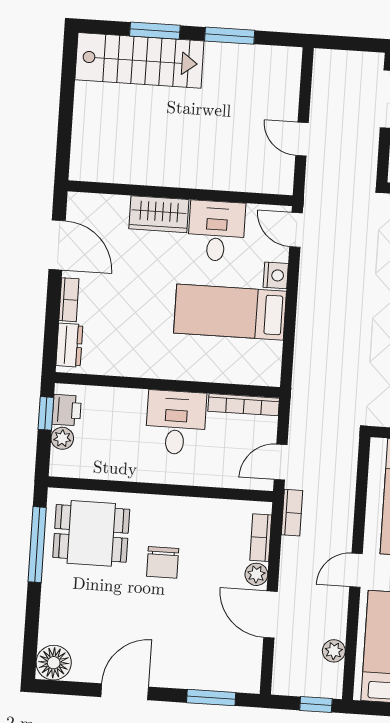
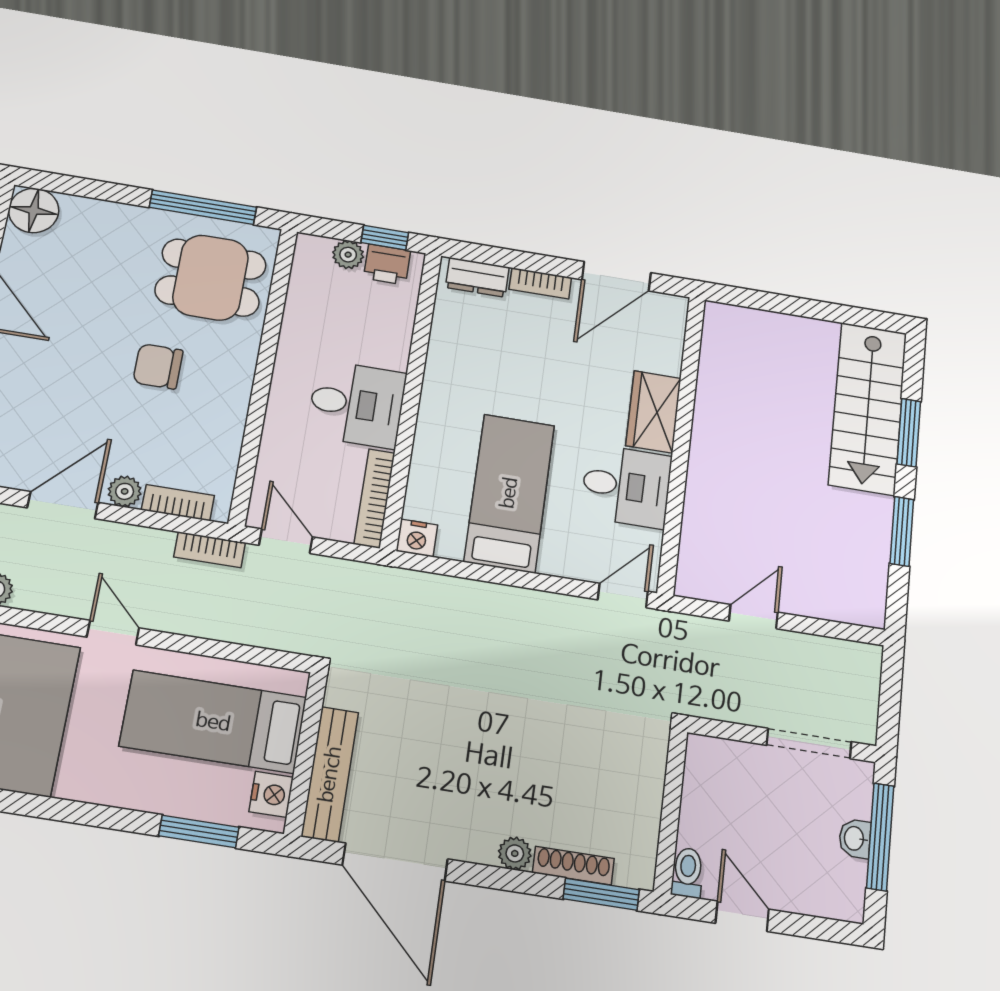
nightstand: (276, 275) -> (417, 538), moved
dining table: (91, 533) -> (211, 278), turned 90

